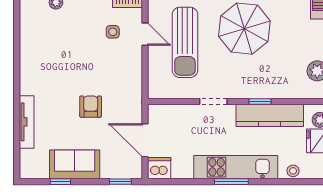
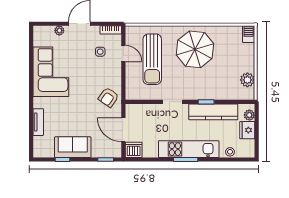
corner sofa: (44, 60) -> (51, 72), added
armchair: (91, 107) -> (108, 97), moved, turned -145
tv unit: (27, 122) -> (38, 122), width x0.71

